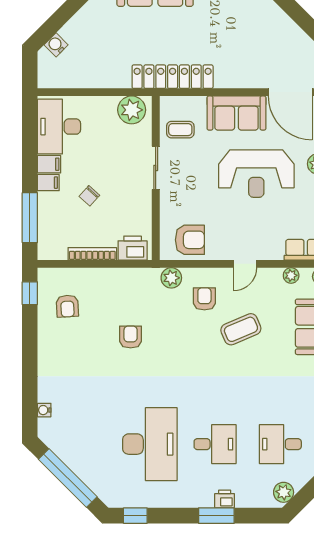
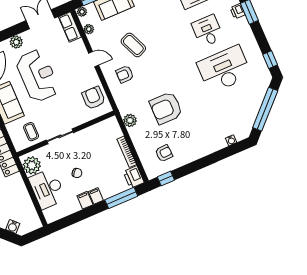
desk: (59, 127) -> (47, 189), moved, turned 90
chair: (89, 196) -> (77, 173), moved
printer: (133, 248) -> (134, 177), moved
plant: (171, 278) -> (130, 120), moved
armchair: (131, 337) -> (166, 108), width x1.88, depth x1.88

